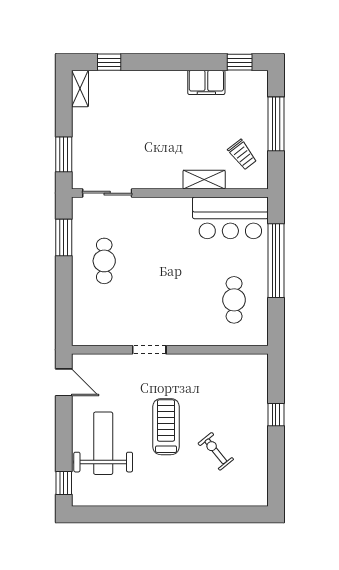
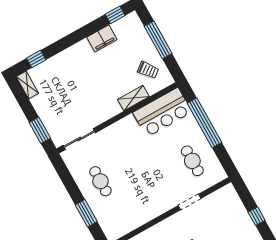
window: (64, 237) -> (86, 213), moved
doorway: (149, 350) -> (189, 202), moved

